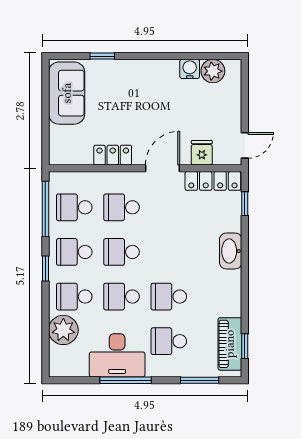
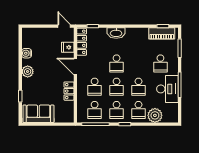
plant: (213, 71) -> (28, 72), moved
school desk: (169, 297) -> (117, 64), moved

